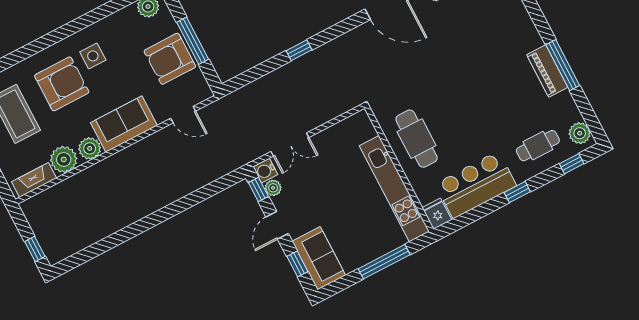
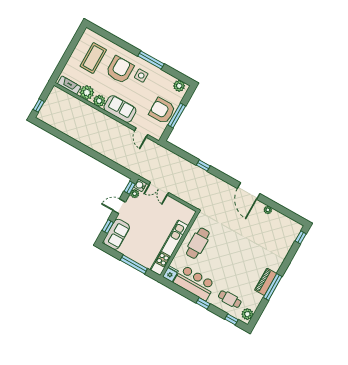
window: (78, 24) -> (151, 60), added
armchair: (62, 84) -> (120, 70), turned -90

